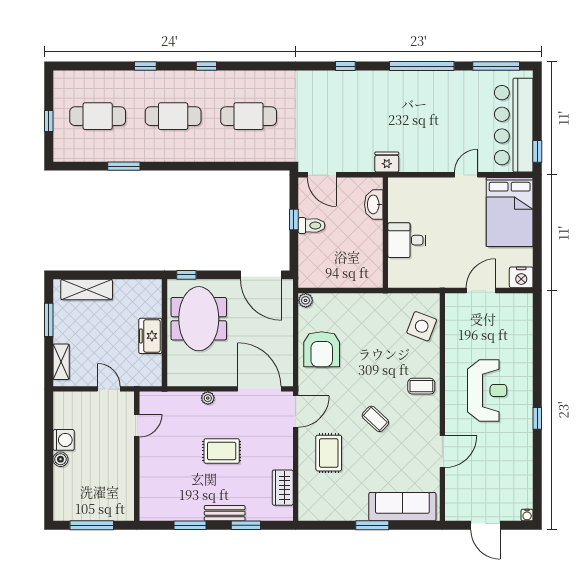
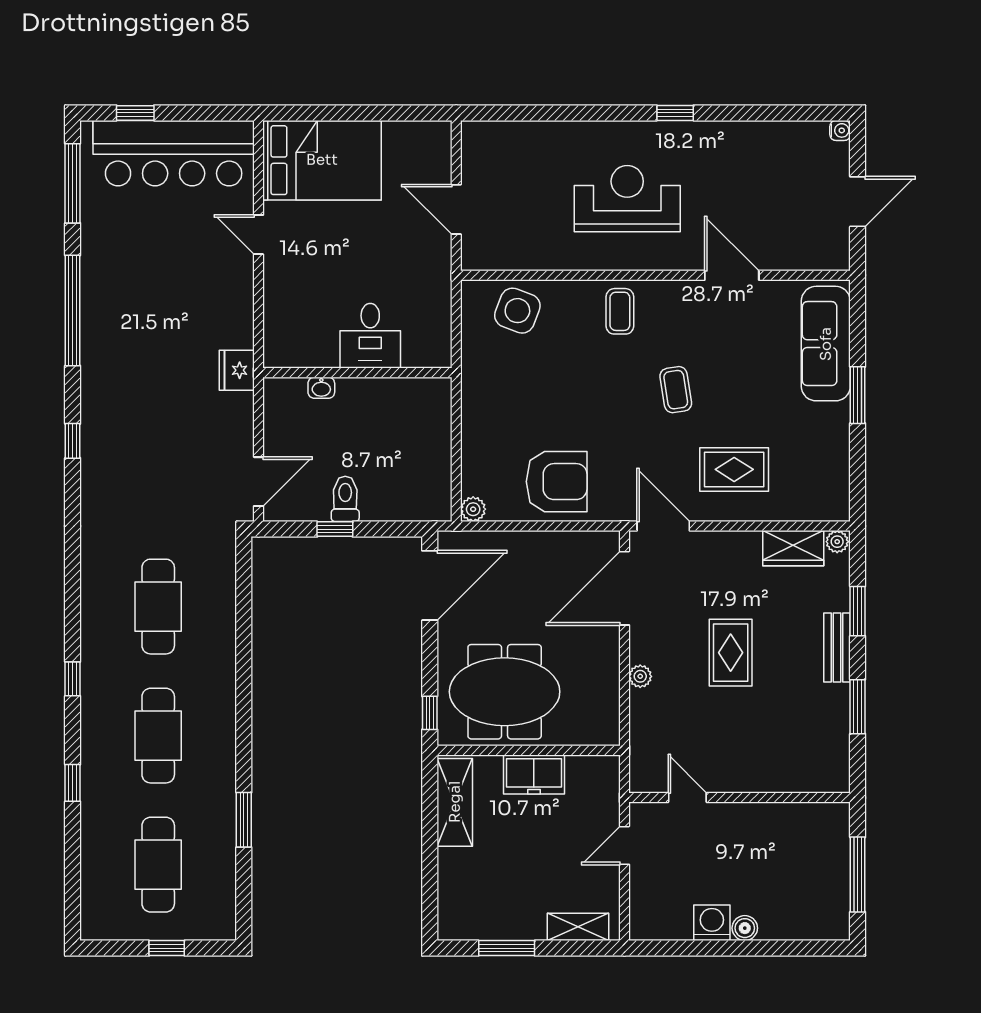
window: (537, 151) -> (135, 113), moved
washbasin: (374, 204) -> (321, 388), width x0.52, depth x0.69
nightstand: (521, 277) -> (434, 140), removed
shelving: (87, 290) -> (455, 802), moved
coffee table: (375, 419) -> (676, 390), turned -52
plant: (287, 513) -> (837, 542), added

